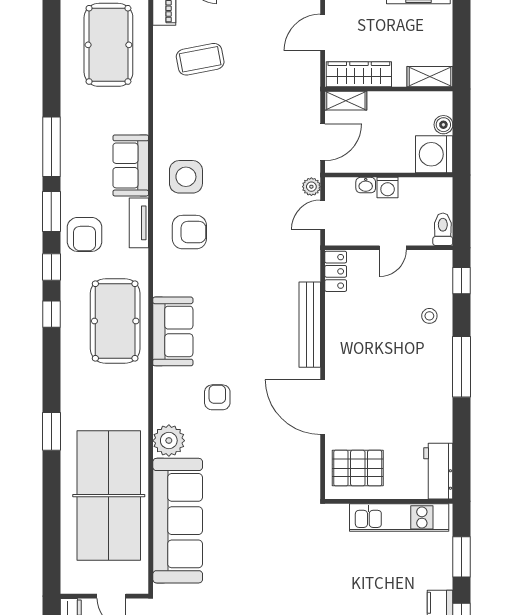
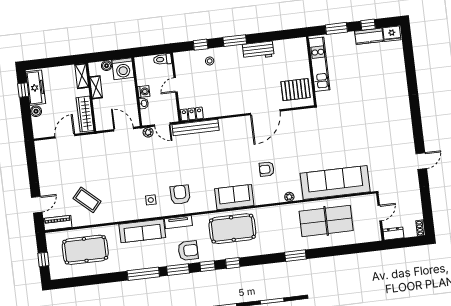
door: (323, 32) -> (65, 136), swing flipped
coffee table: (200, 59) -> (87, 200), turned -37
shelving: (346, 101) -> (96, 87), moved
sofa: (131, 165) -> (142, 231), width x1.36
side table: (186, 177) -> (151, 200), width x0.54, depth x0.54
door: (393, 248) -> (176, 85), swing flipped
window: (462, 281) -> (201, 45), moved
bench: (310, 325) -> (196, 127), moved
window: (462, 367) -> (235, 41), width x0.69
plant: (169, 441) -> (289, 197), width x0.53, depth x0.53
pallet: (358, 468) -> (295, 90), turned 90
workbench: (438, 471) -> (258, 50), moved
table tennis table: (109, 496) -> (326, 221), width x0.73, depth x0.76

